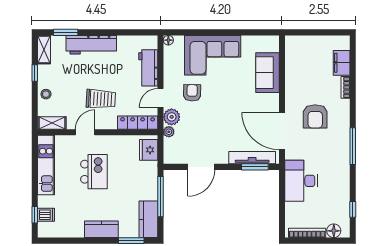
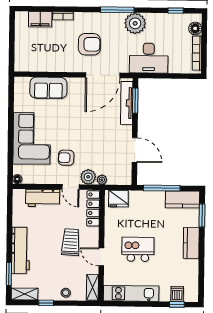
plant: (338, 166) -> (135, 23), added

